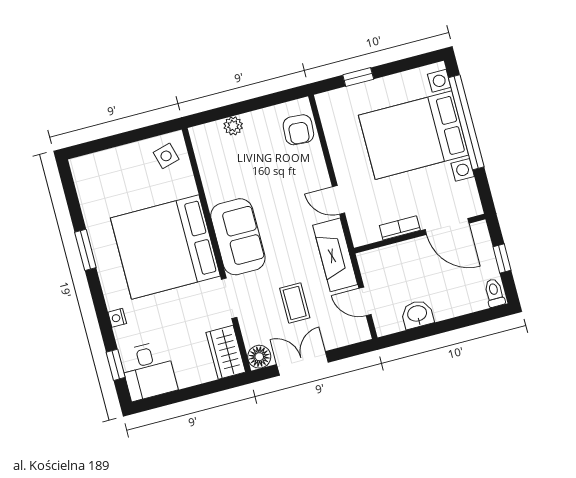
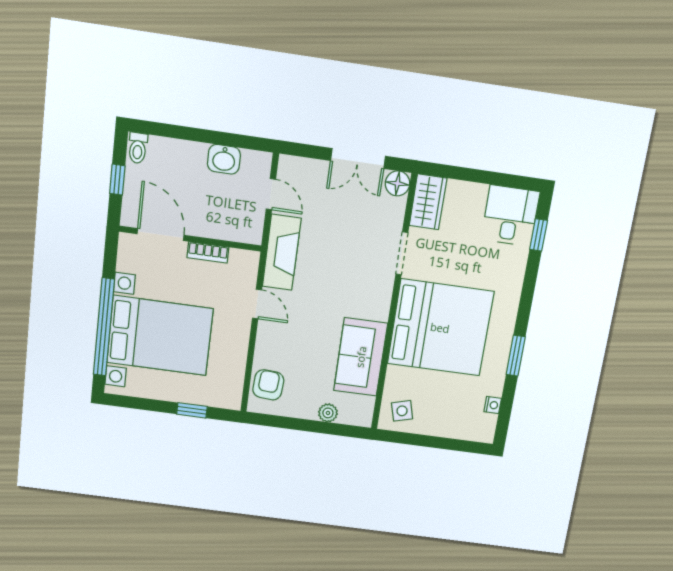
sofa: (238, 237) -> (361, 357), moved
coffee table: (295, 303) -> (340, 222), removed
nightstand: (117, 318) -> (493, 405), moved

